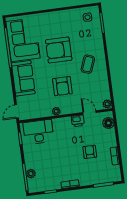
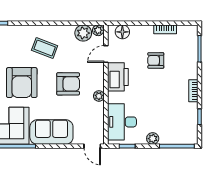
plant: (103, 93) -> (83, 33), added
printer: (78, 121) -> (118, 77), width x1.87, depth x1.48
plant: (31, 174) -> (153, 139), moved

